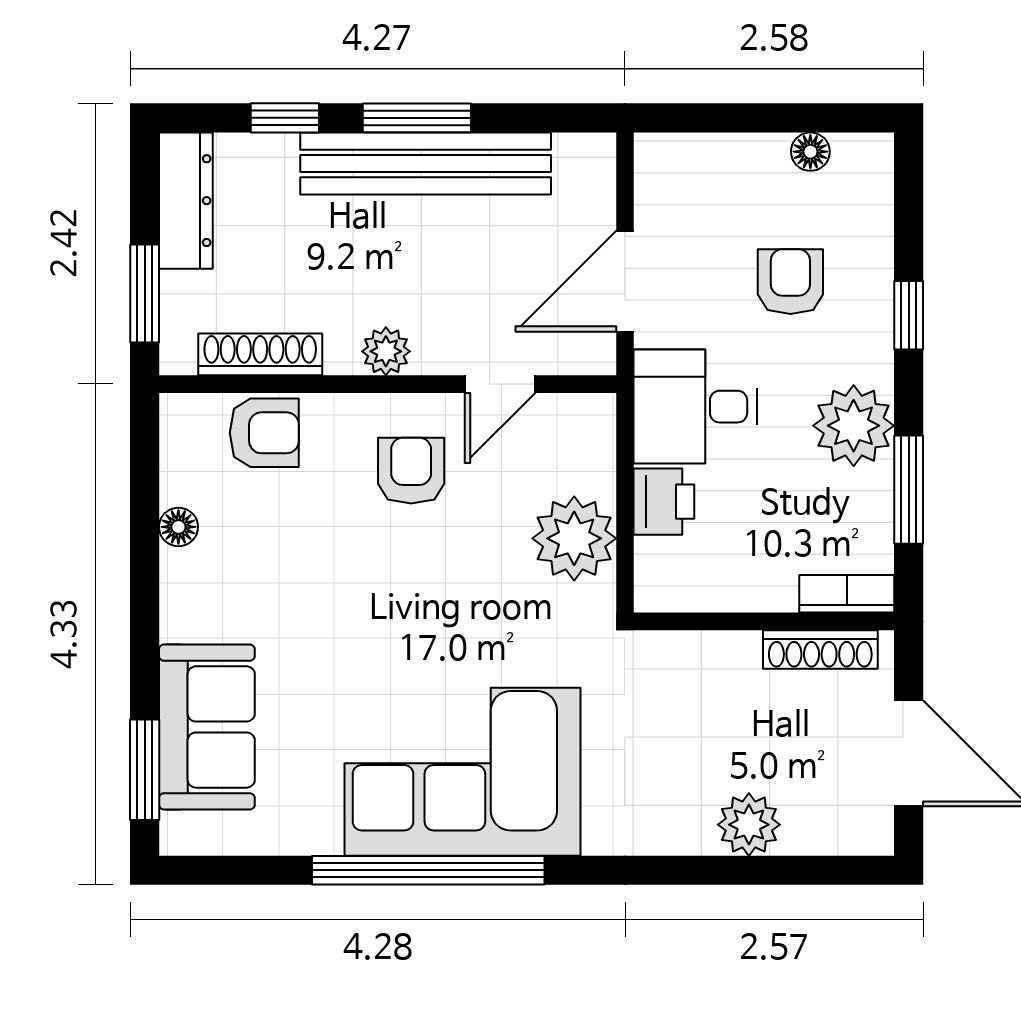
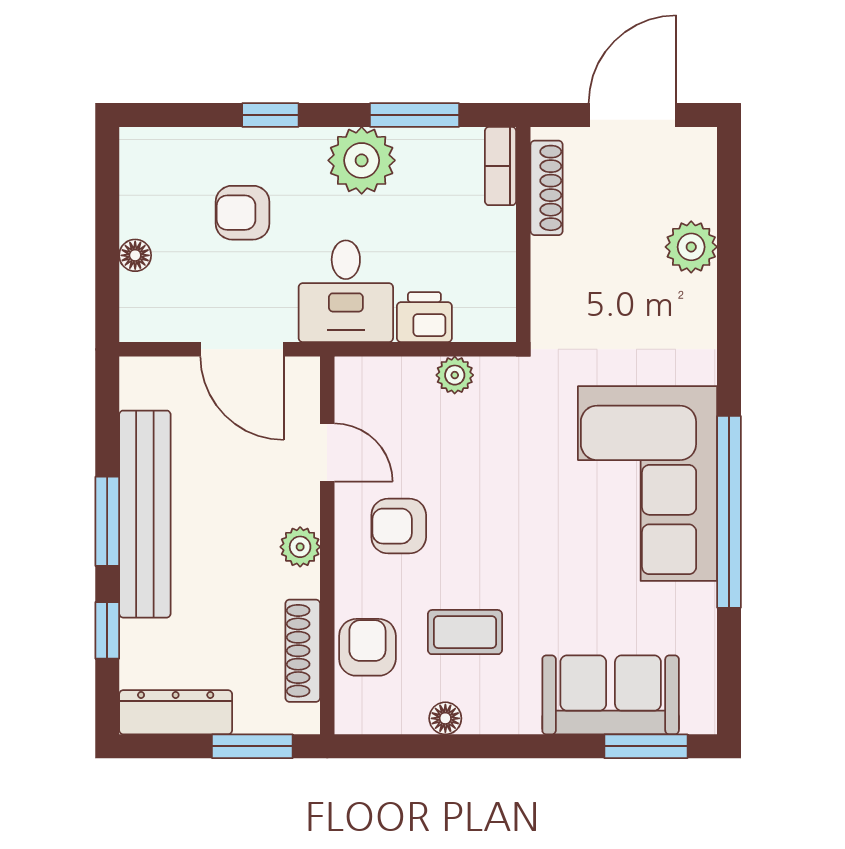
floor lamp: (810, 152) -> (135, 255), moved
plant: (574, 538) -> (455, 375), width x0.53, depth x0.53
coffee table: (283, 551) -> (465, 632), added

